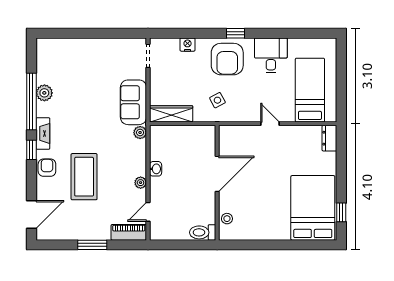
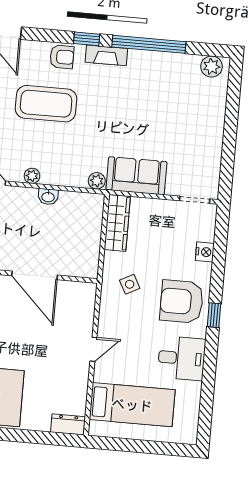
plant: (44, 93) -> (212, 66), moved

